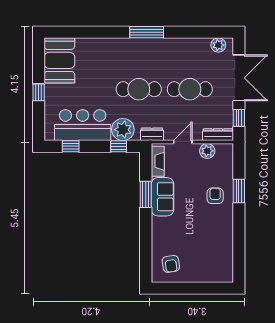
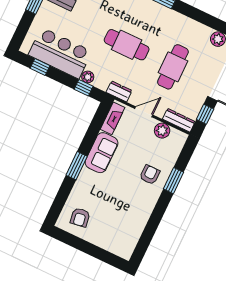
cafe table: (190, 89) -> (173, 67), turned 90
plant: (123, 130) -> (88, 77), width x0.53, depth x0.53
window: (146, 194) -> (77, 166), moved

